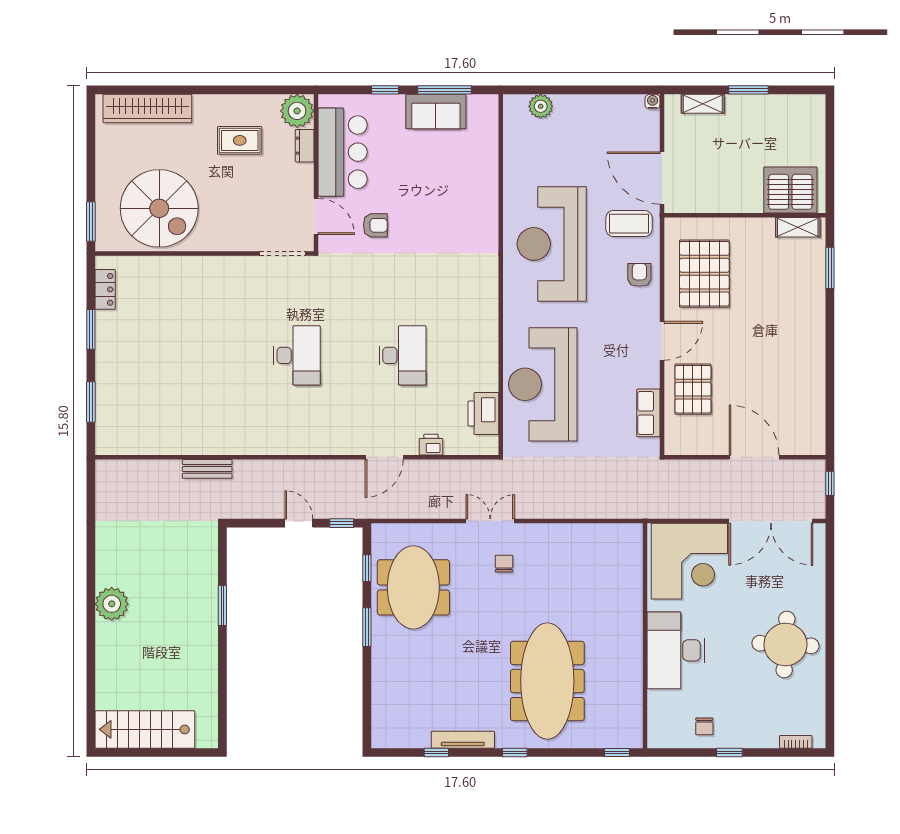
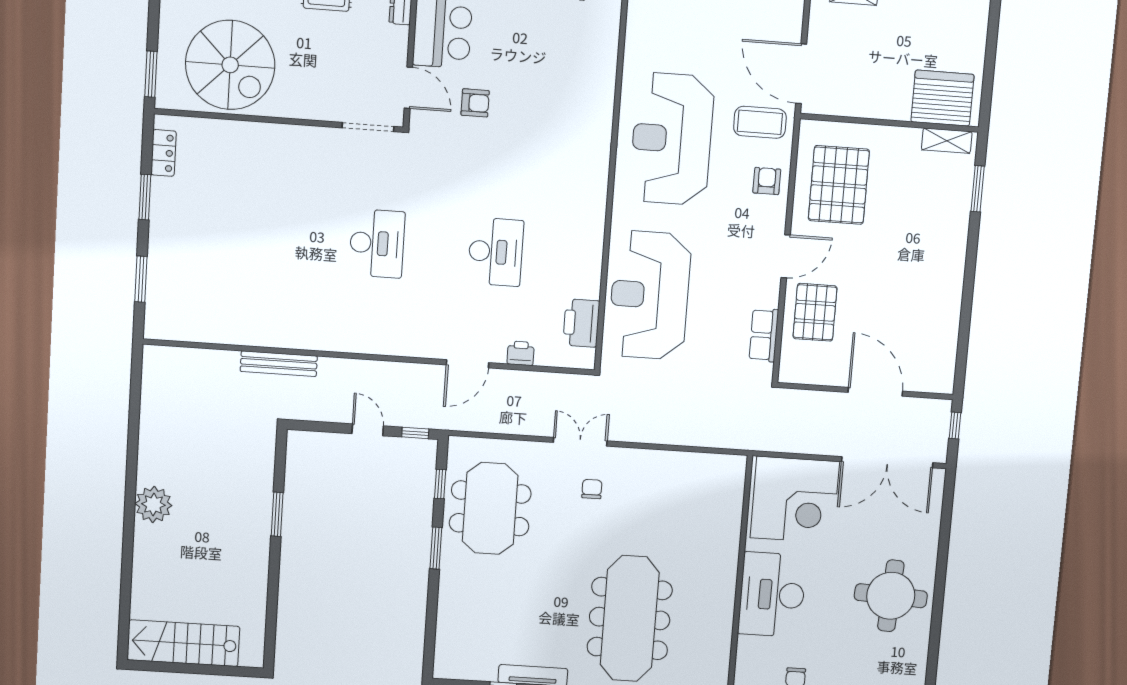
bench: (207, 469) -> (279, 364), width x1.36

